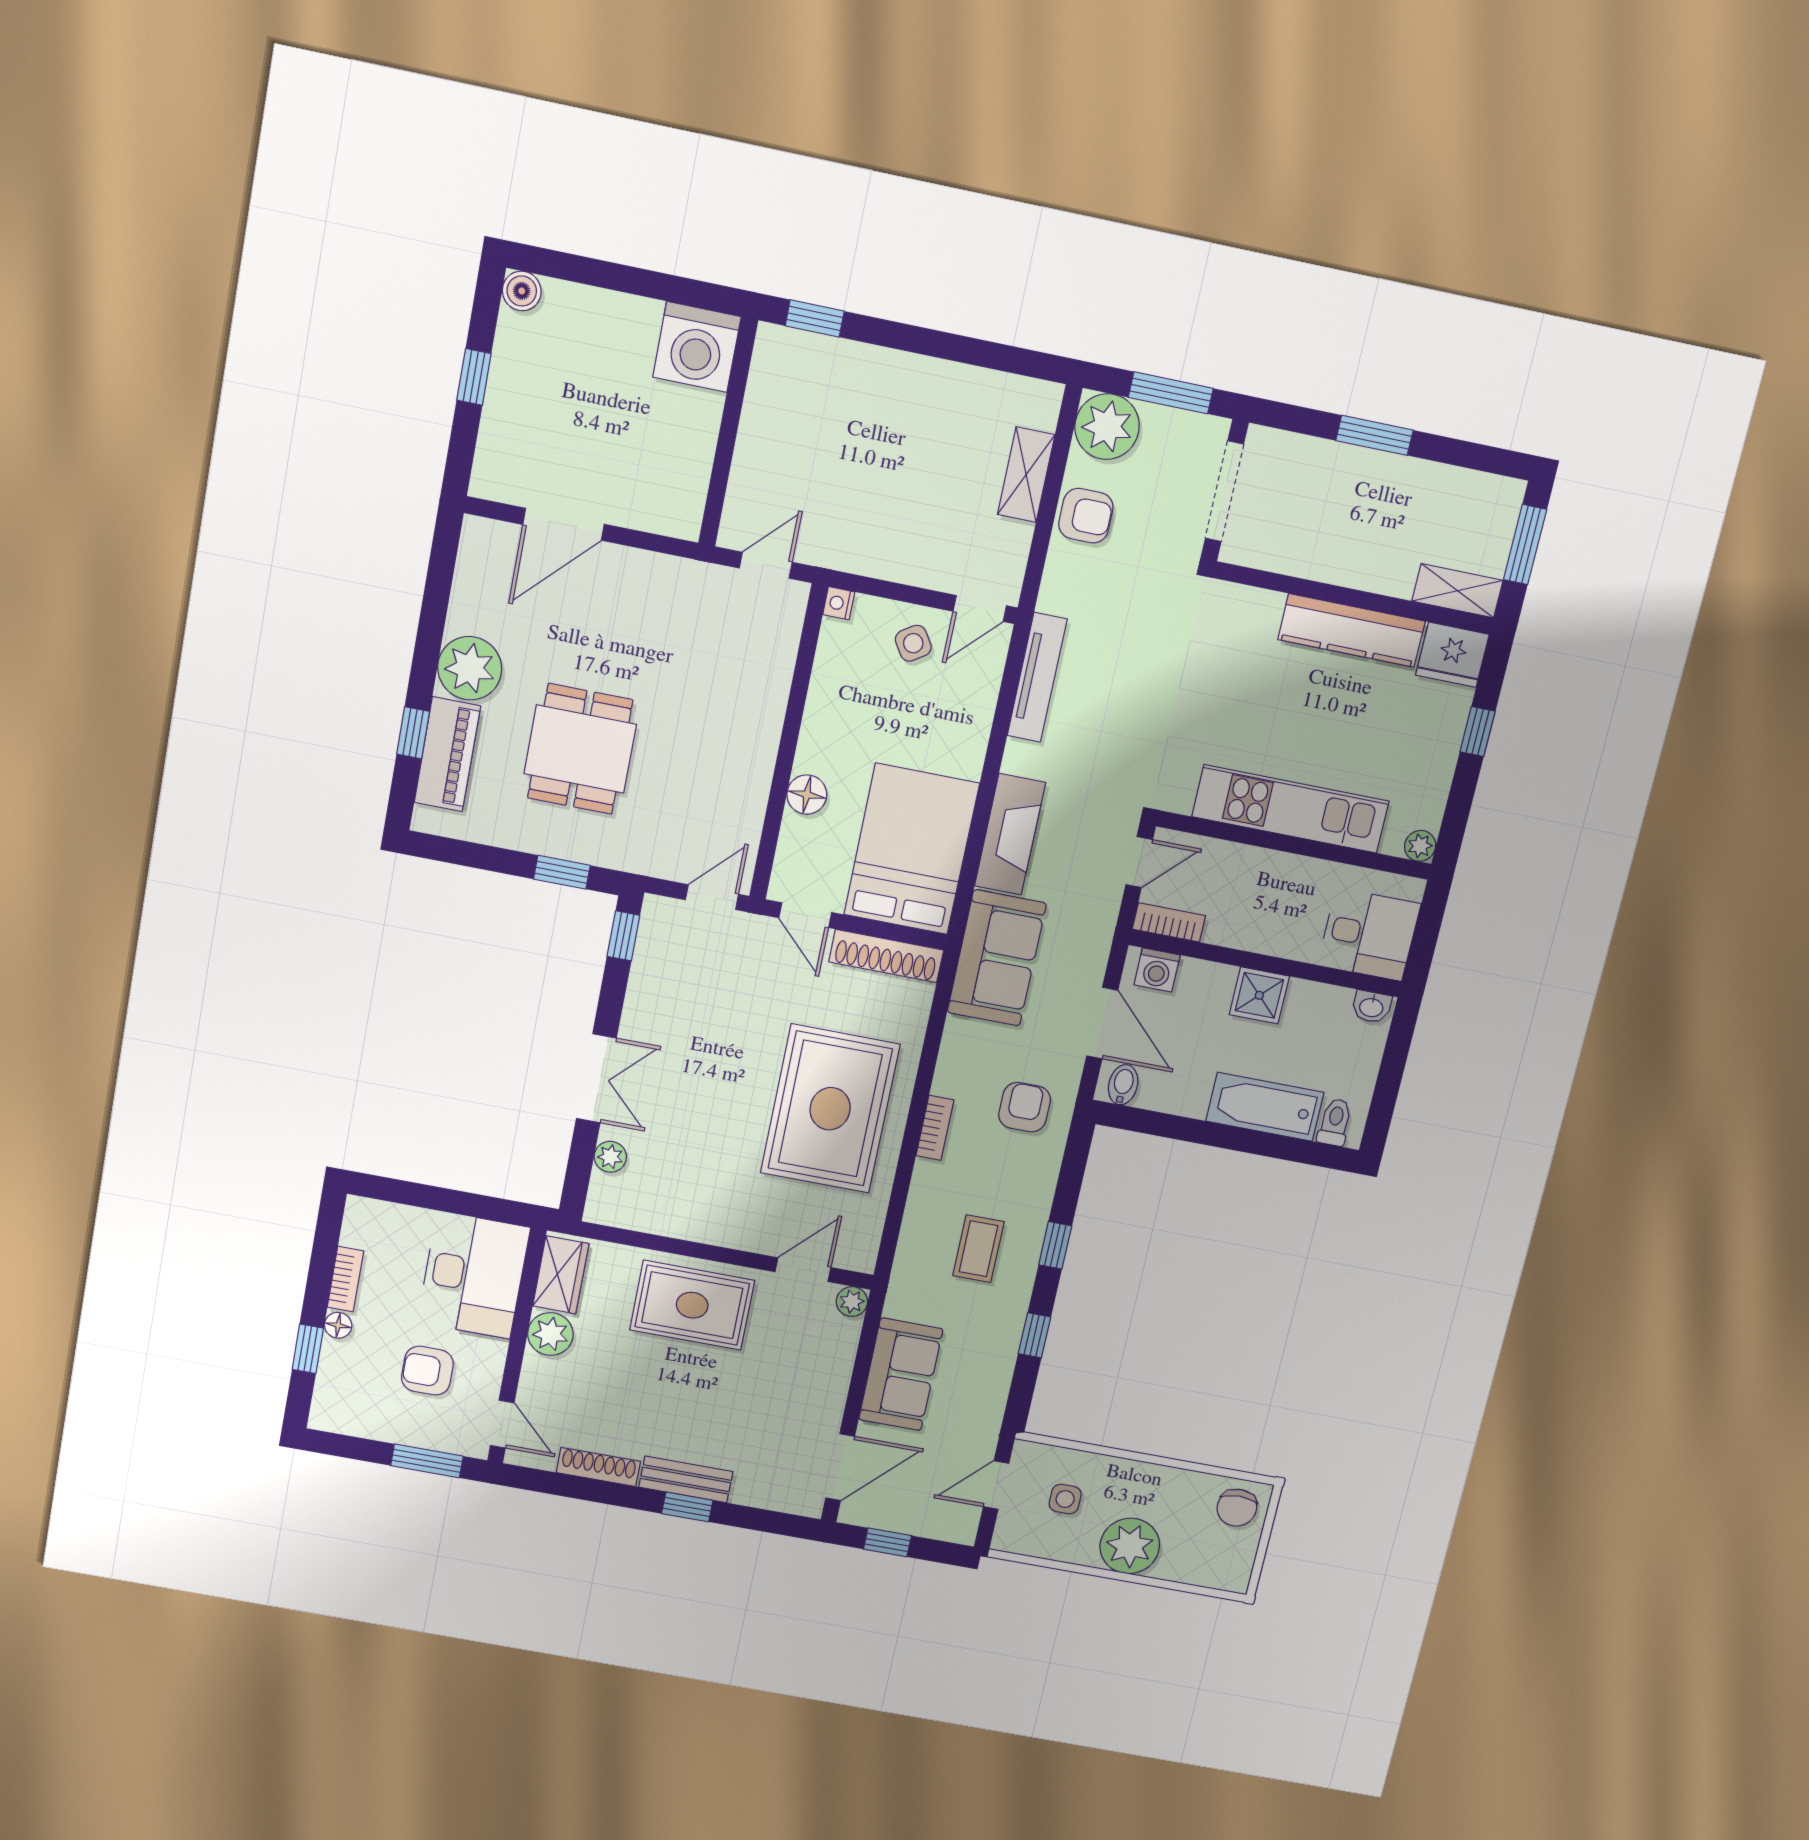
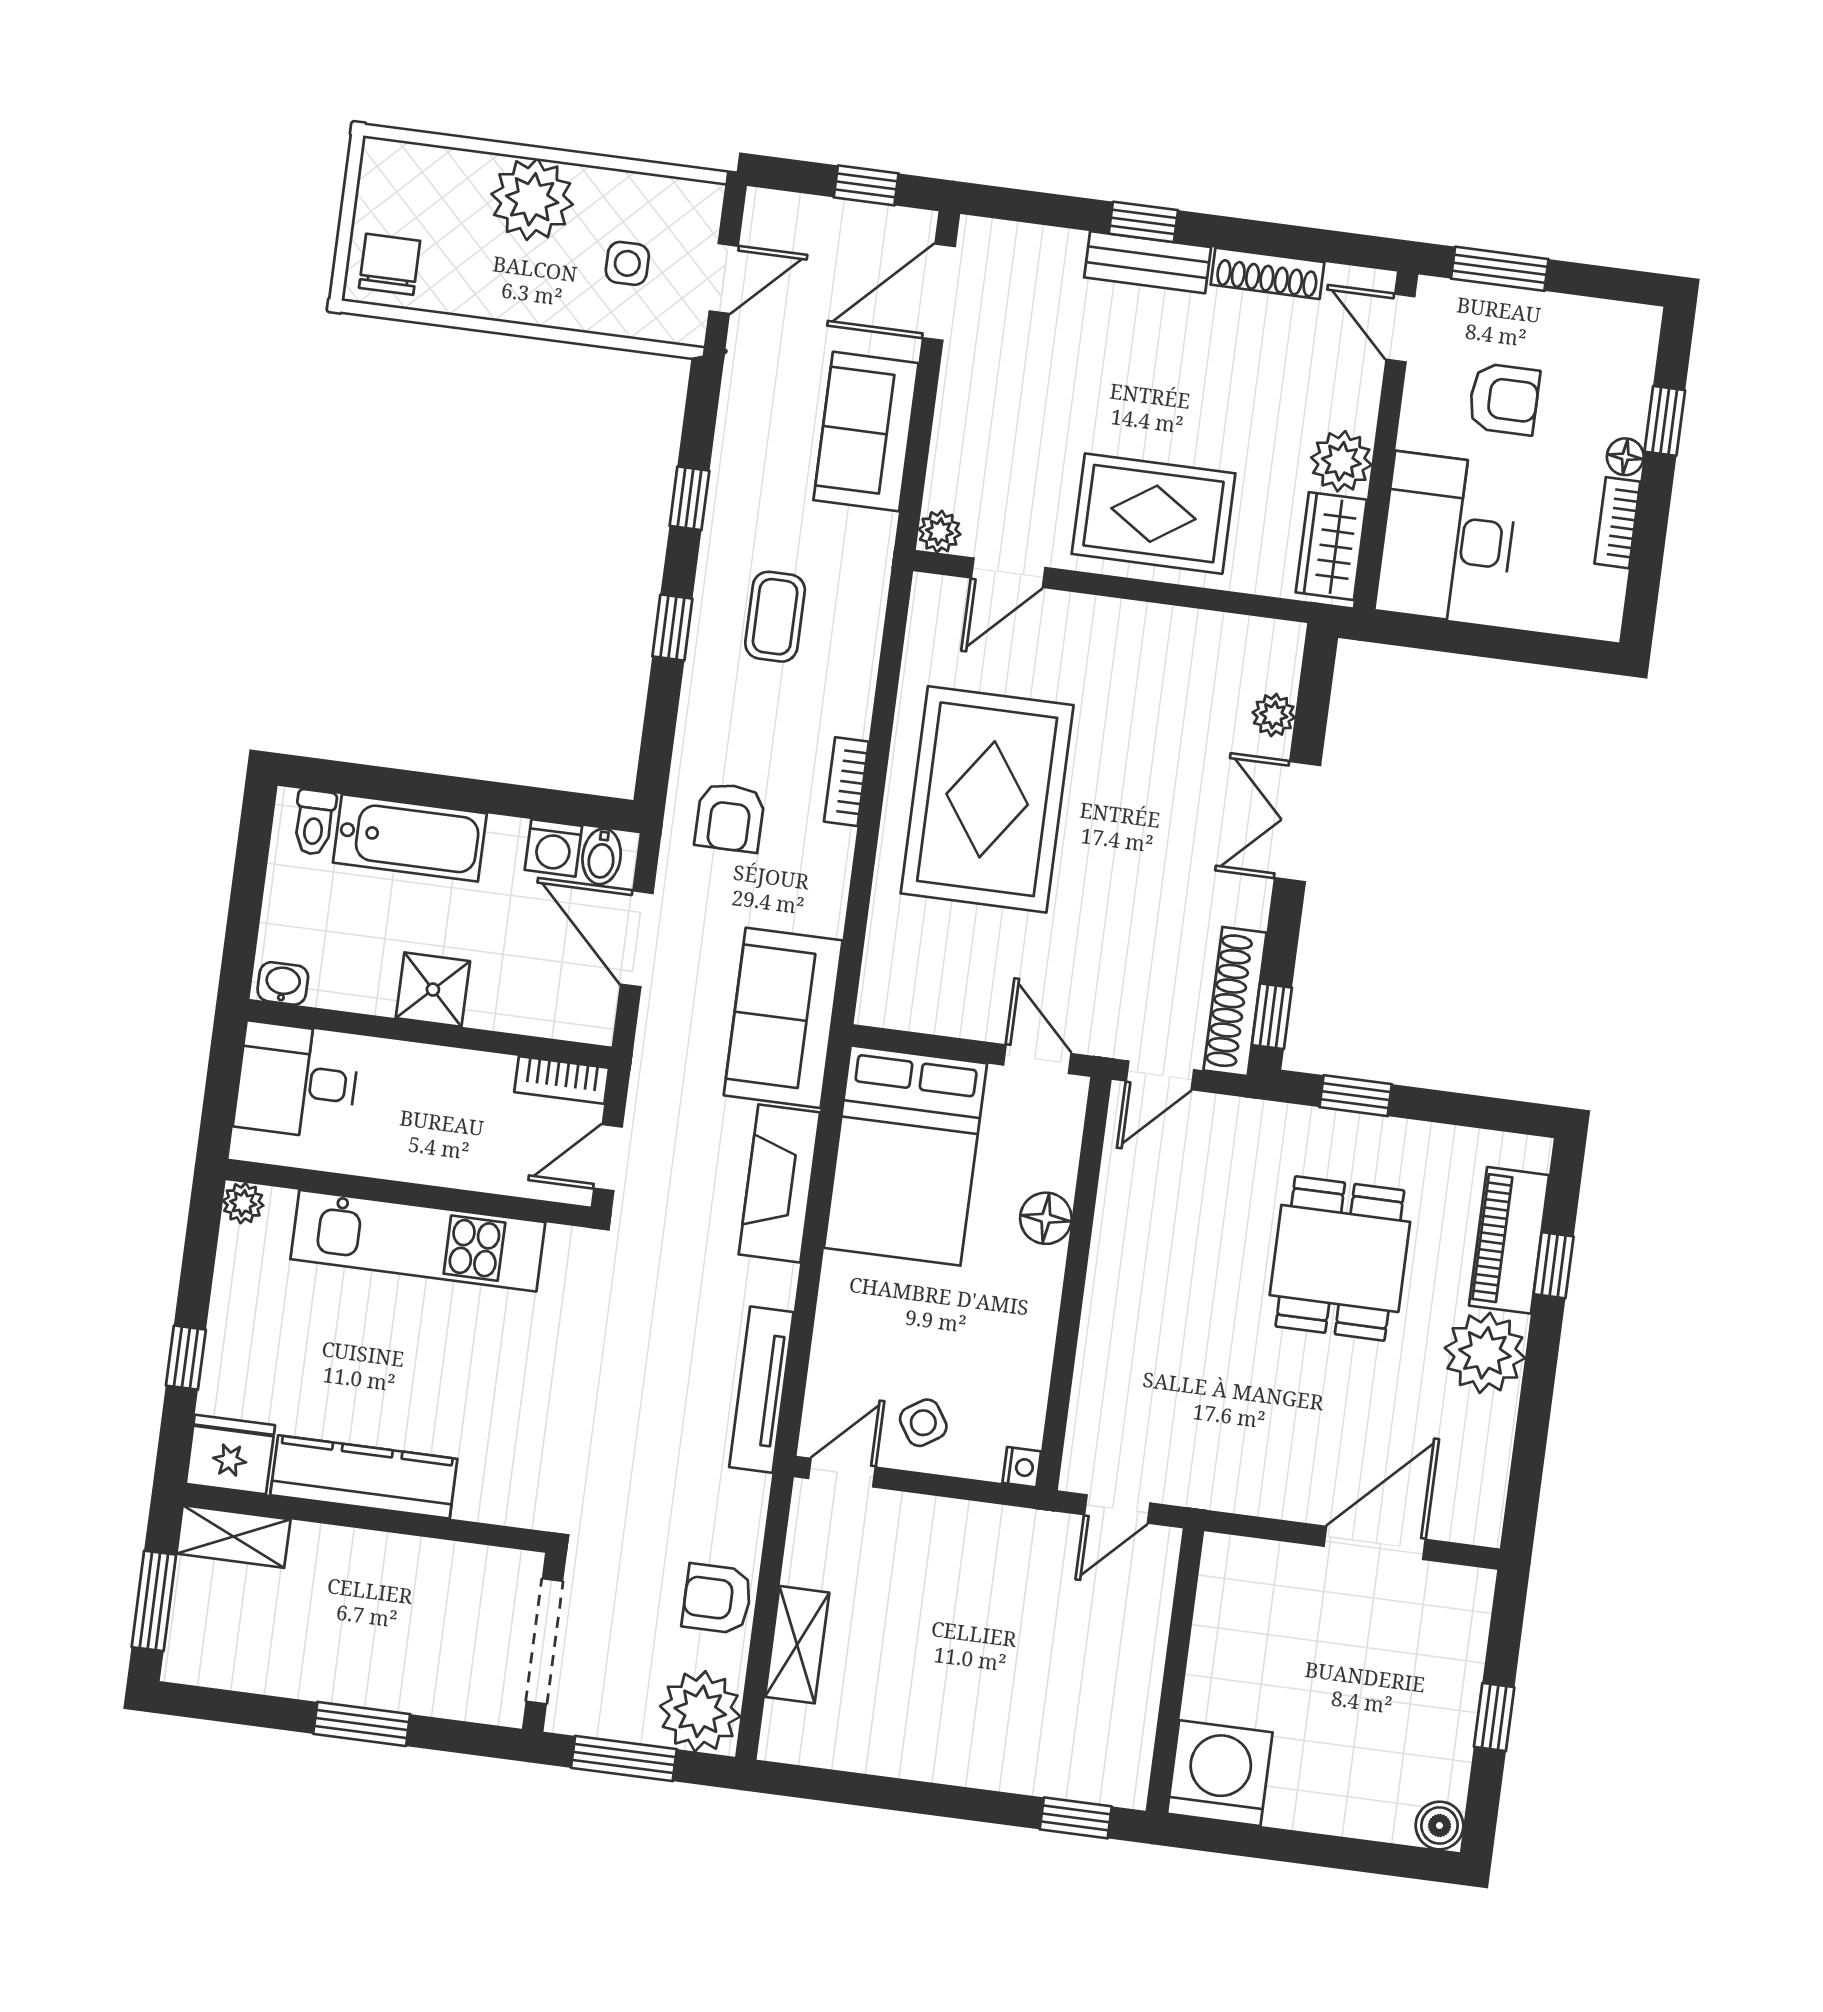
shoe rack: (886, 956) -> (1235, 1001), moved, turned -90
washing machine: (1157, 970) -> (553, 848), moved, turned 180

